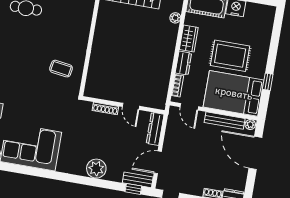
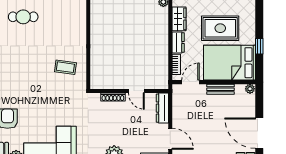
door: (189, 107) -> (191, 82), swing flipped
bench: (225, 121) -> (221, 89), width x0.73
door: (255, 153) -> (259, 133), moved
door: (158, 162) -> (170, 139), swing flipped

